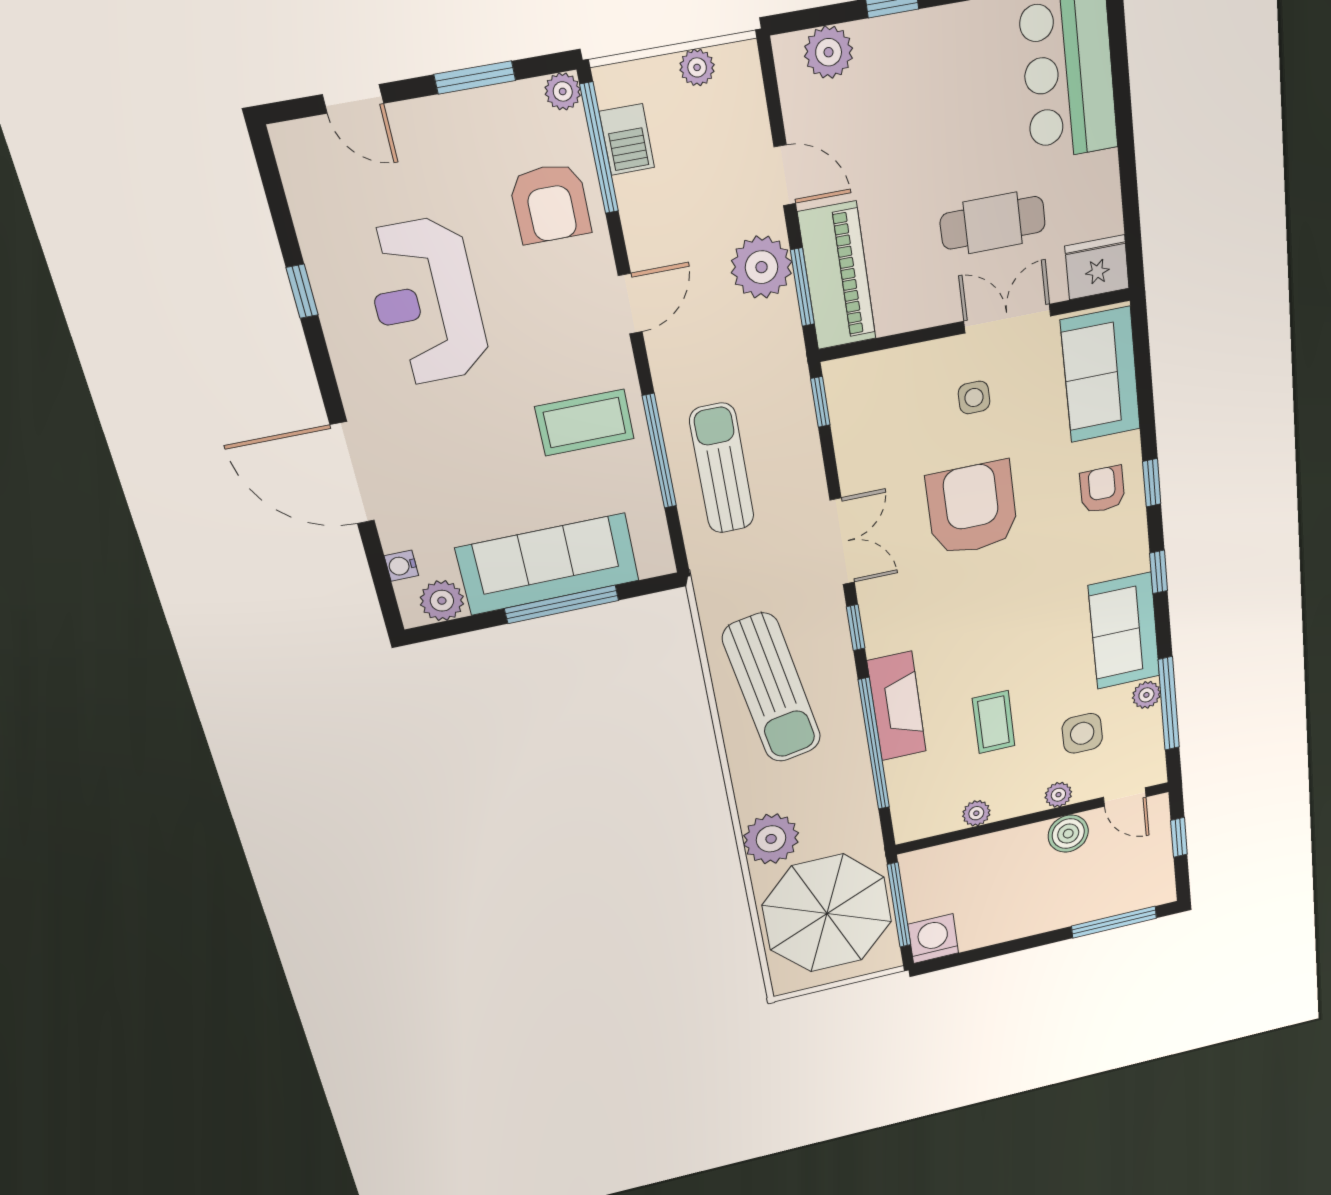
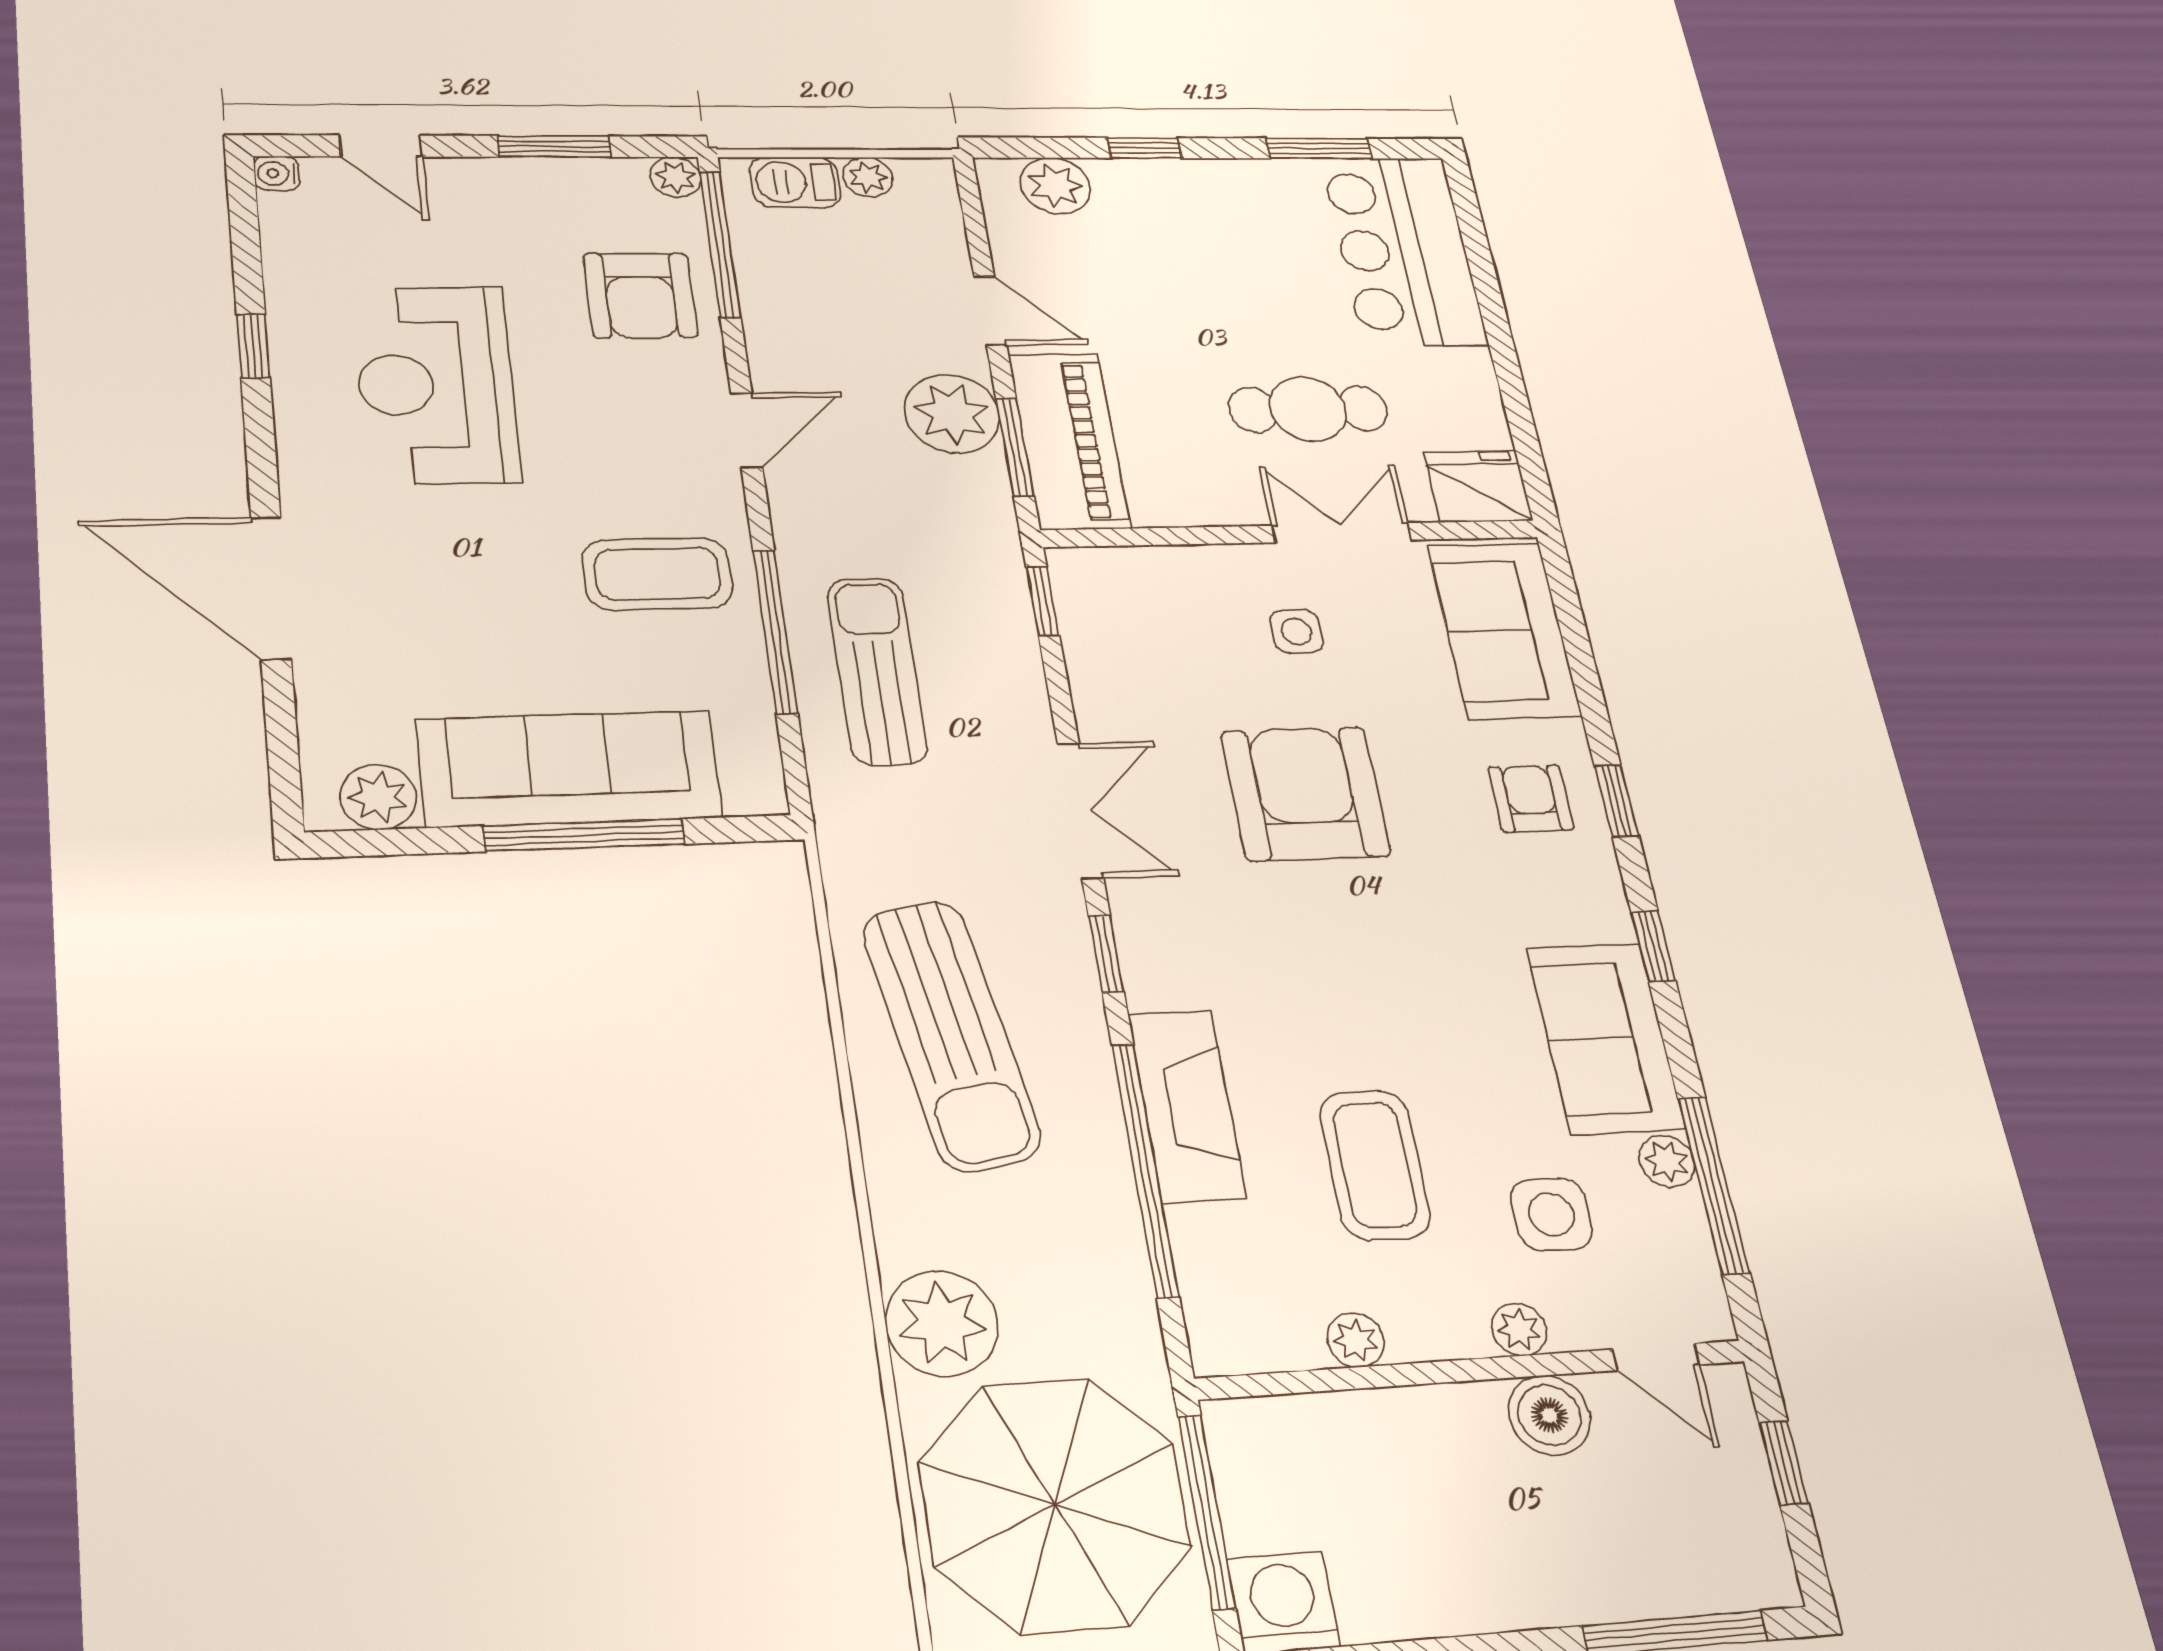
barbecue: (627, 140) -> (795, 182), moved, turned 90
water cooler: (401, 566) -> (277, 173), moved
coffee table: (994, 722) -> (1375, 1165), width x1.36, depth x1.30

